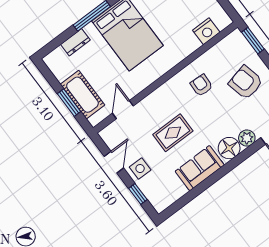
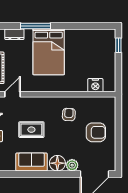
window: (253, 41) -> (118, 111), removed
armchair: (246, 82) -> (96, 132), turned 103

